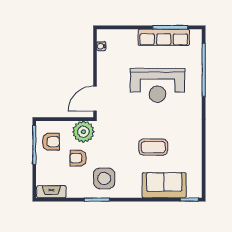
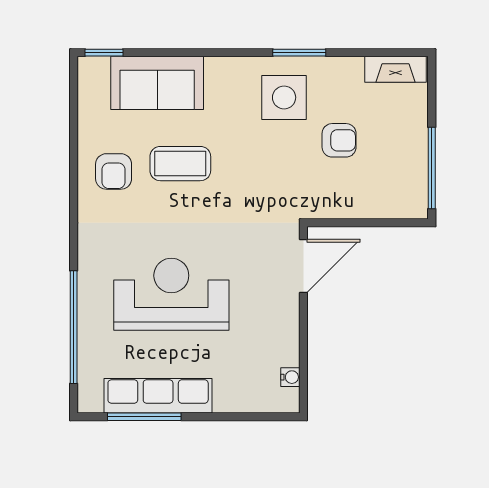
plant: (83, 132) -> (328, 196), removed
armchair: (51, 142) -> (114, 171), moved, turned -90

